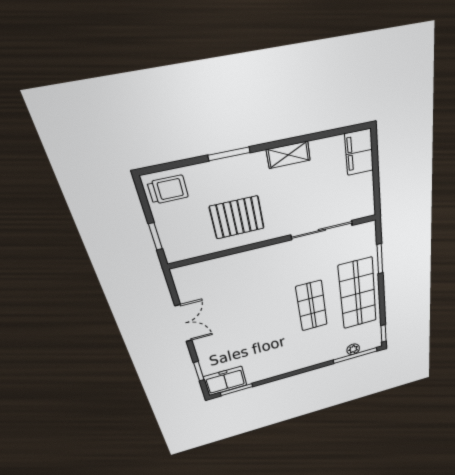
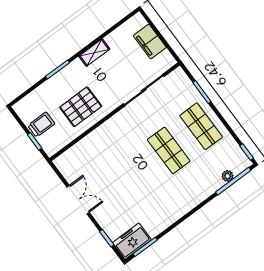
filing cabinet: (359, 152) -> (150, 42), moved
trolley: (168, 190) -> (41, 125), moved
shop shelf: (358, 294) -> (201, 126), width x0.70, depth x0.74

